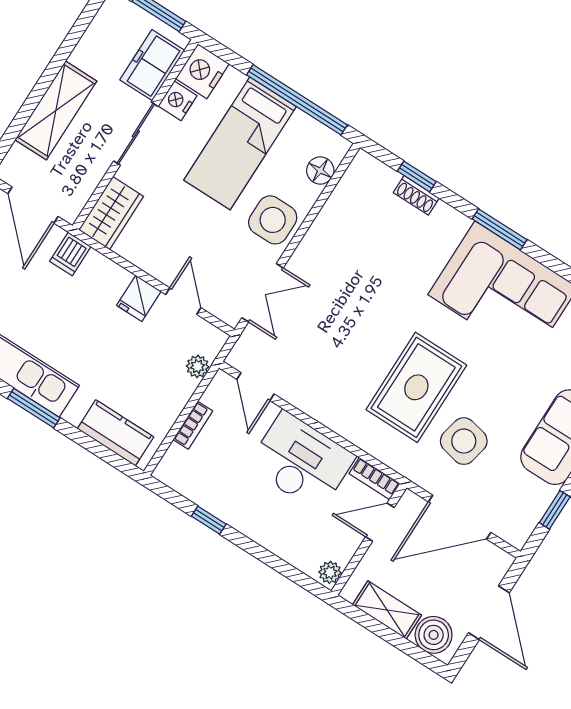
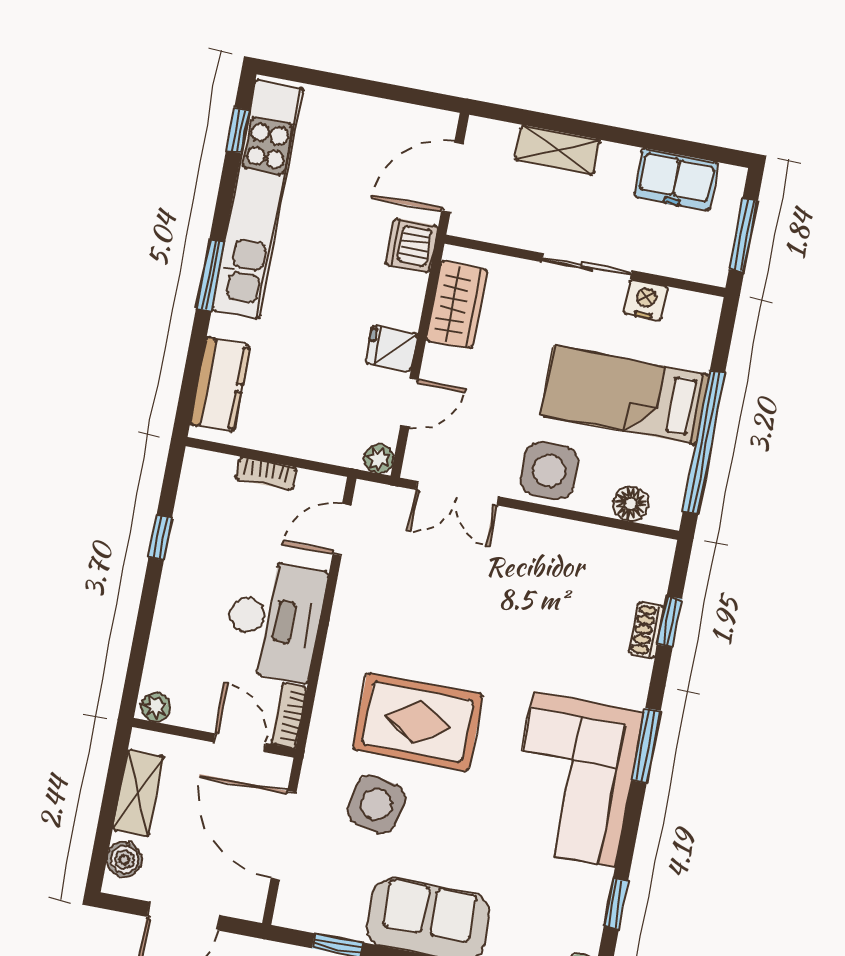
freezer: (152, 65) -> (676, 180), moved, turned 180
nightstand: (202, 71) -> (693, 316), removed
shelving: (56, 110) -> (558, 150), width x0.67, depth x0.75
wardrobe: (111, 213) -> (457, 305), moved, turned -90
dishwasher: (70, 254) -> (412, 245), width x1.38
plant: (198, 366) -> (379, 459), moved
boiler: (434, 635) -> (124, 859), width x0.73, depth x0.73

